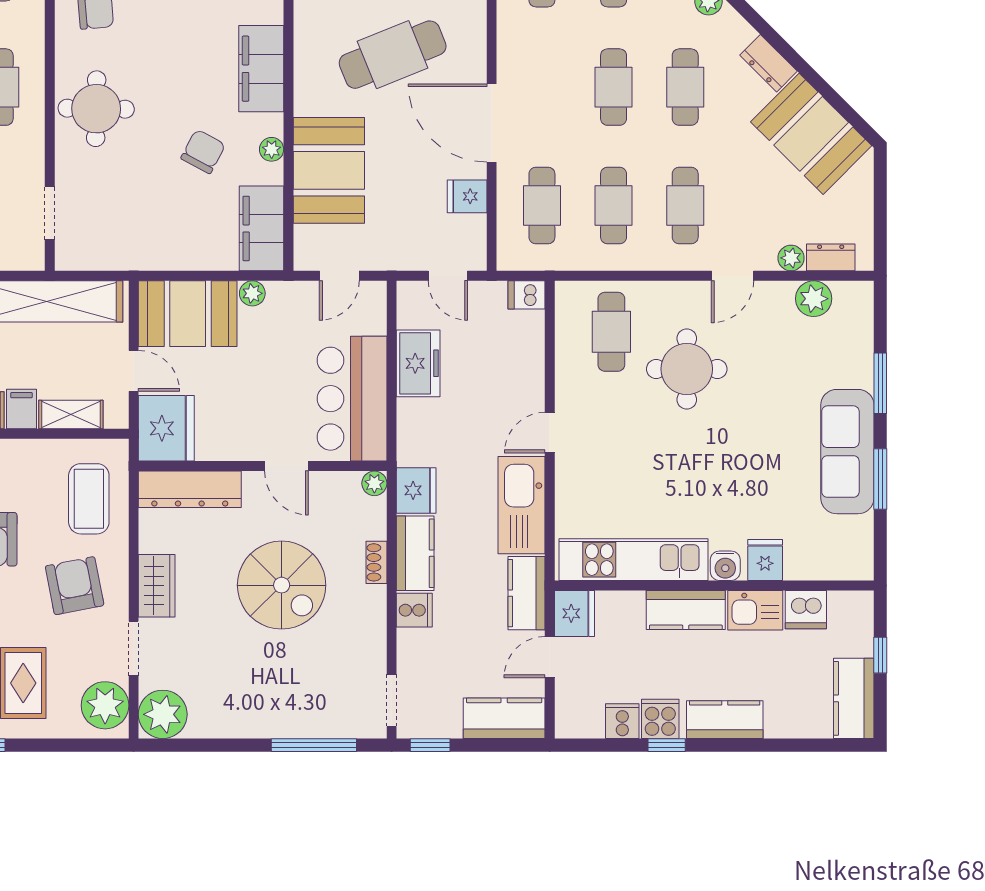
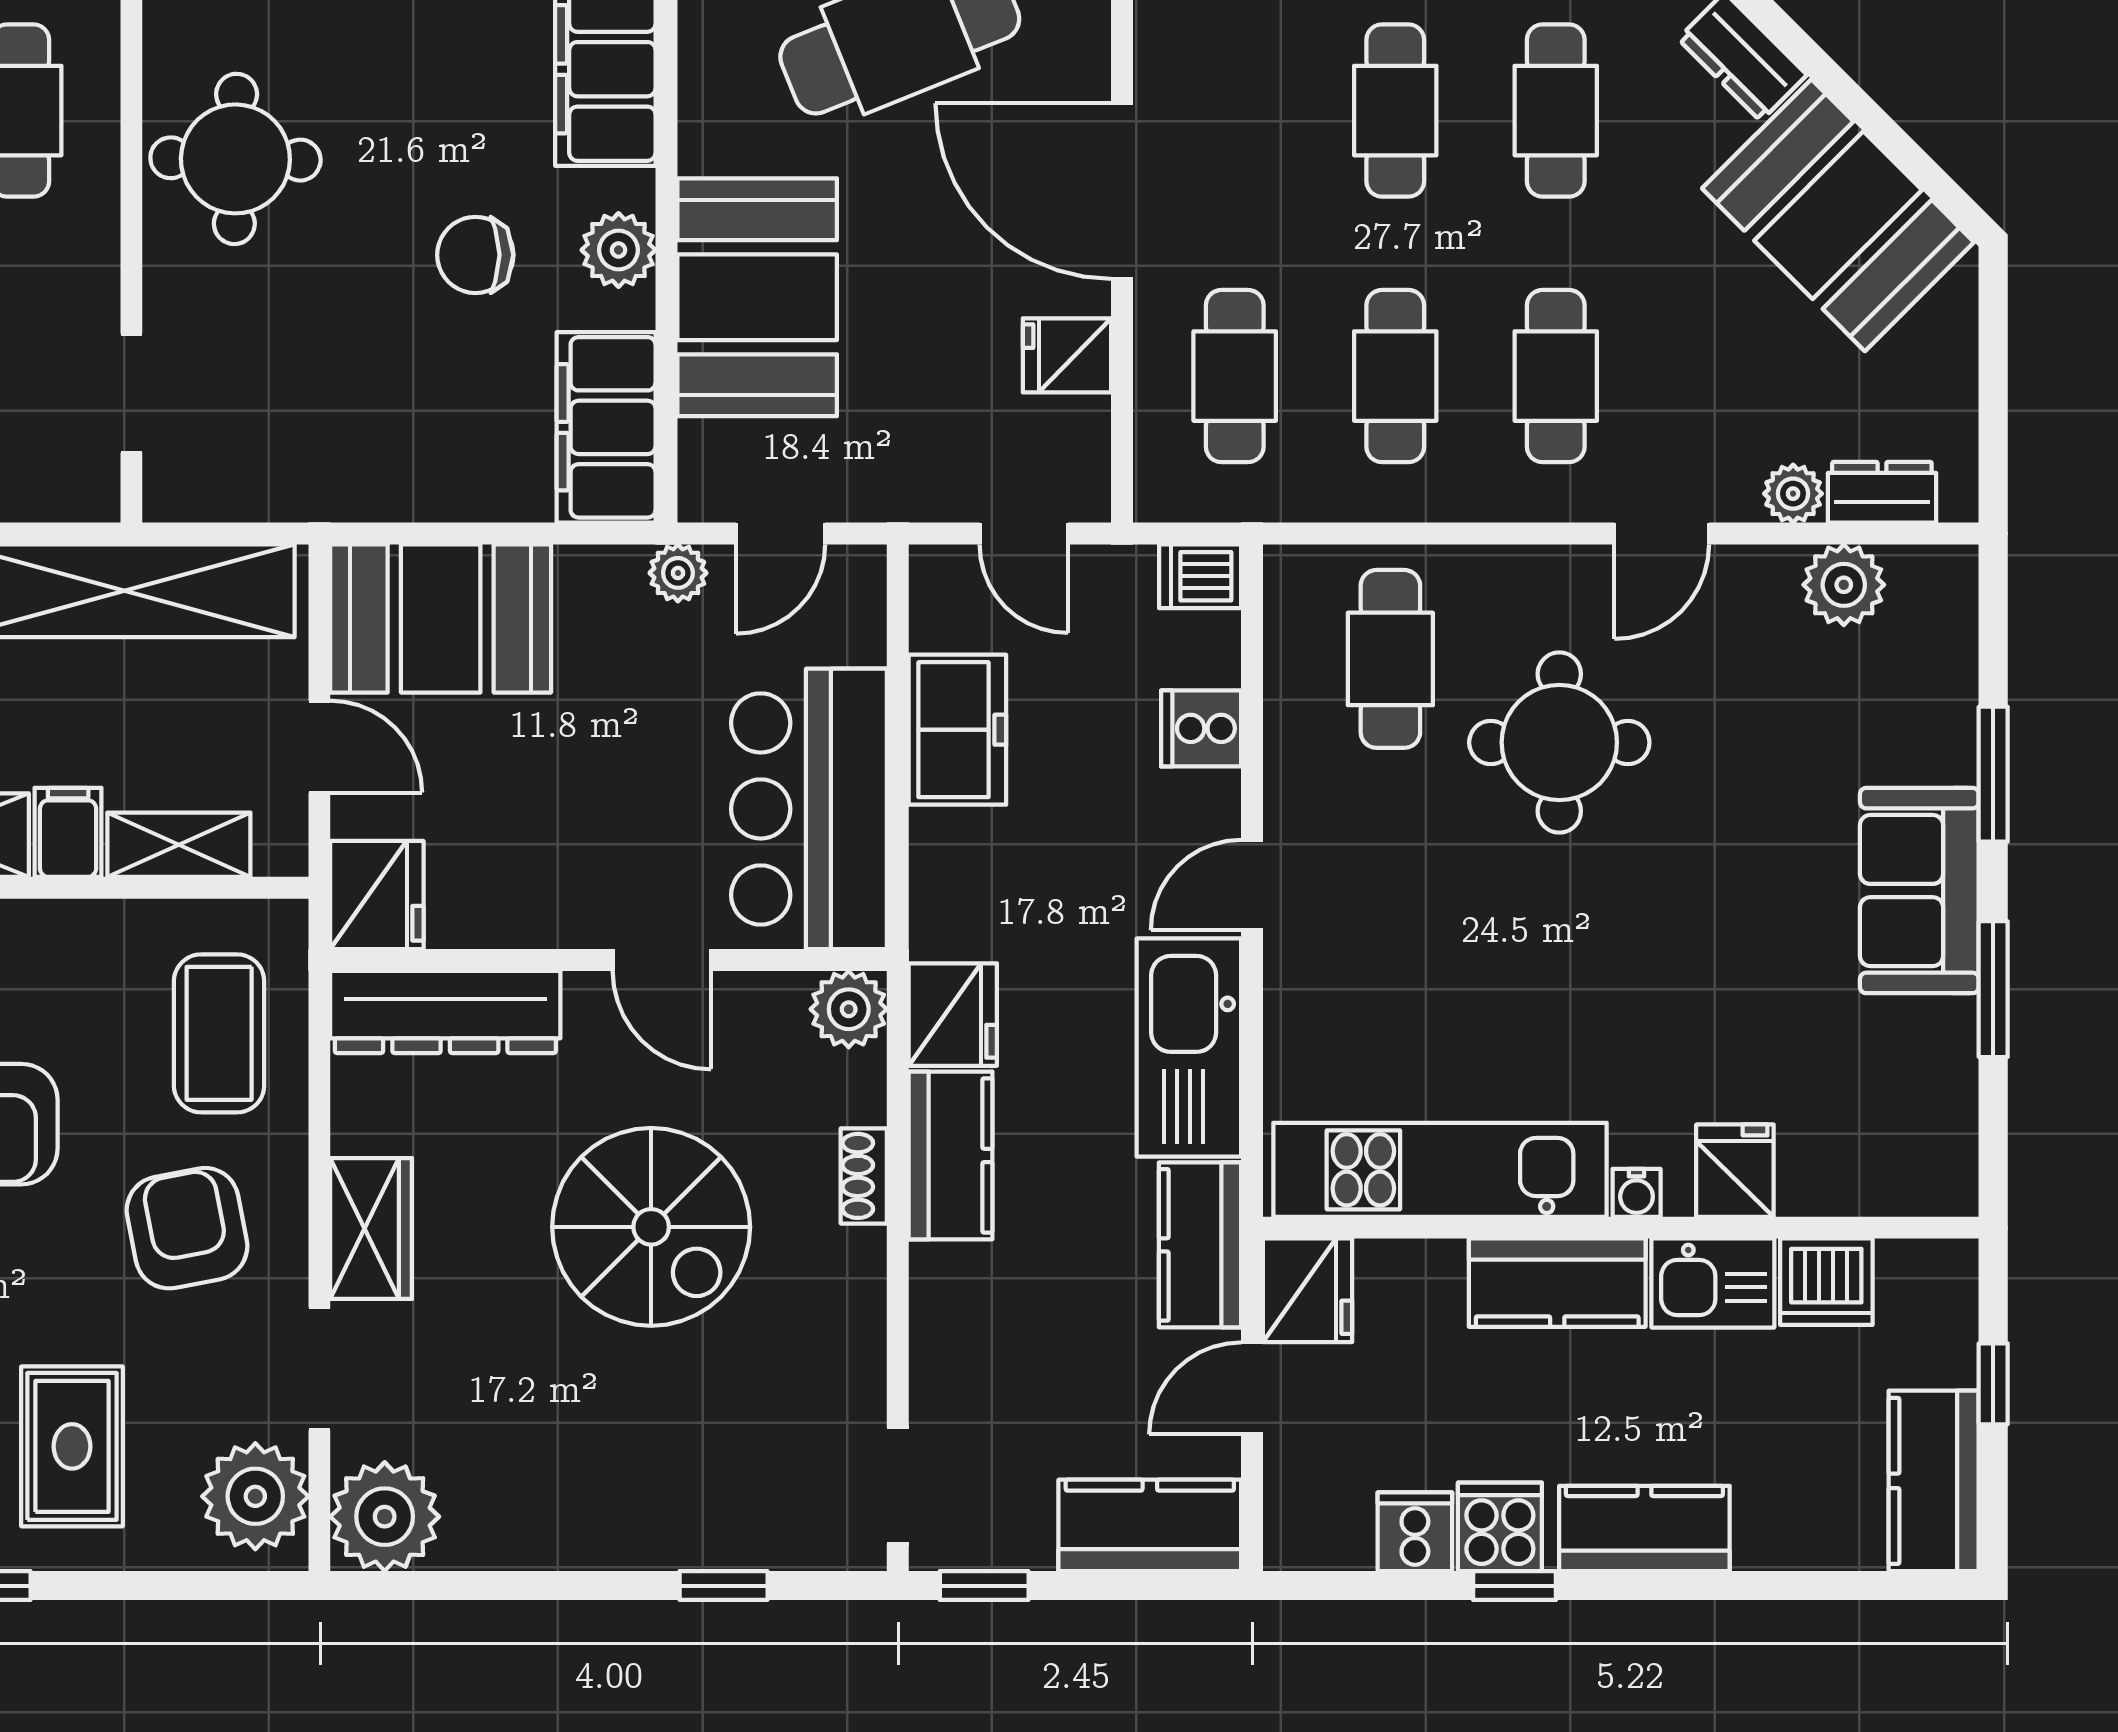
plant: (272, 149) -> (619, 250), width x1.38, depth x1.38
chair: (203, 152) -> (475, 255), turned -118
plant: (252, 293) -> (678, 573), moved
fridge: (166, 428) -> (377, 895), width x0.73, depth x0.75
sofa: (847, 452) -> (1919, 891), width x0.73
plant: (374, 483) -> (849, 1009), width x1.38, depth x1.38
water cooler: (725, 566) -> (1637, 1193), width x0.72, depth x0.72
cooker: (414, 610) -> (1201, 728), moved, turned 180
window: (314, 745) -> (724, 1586), width x0.46

